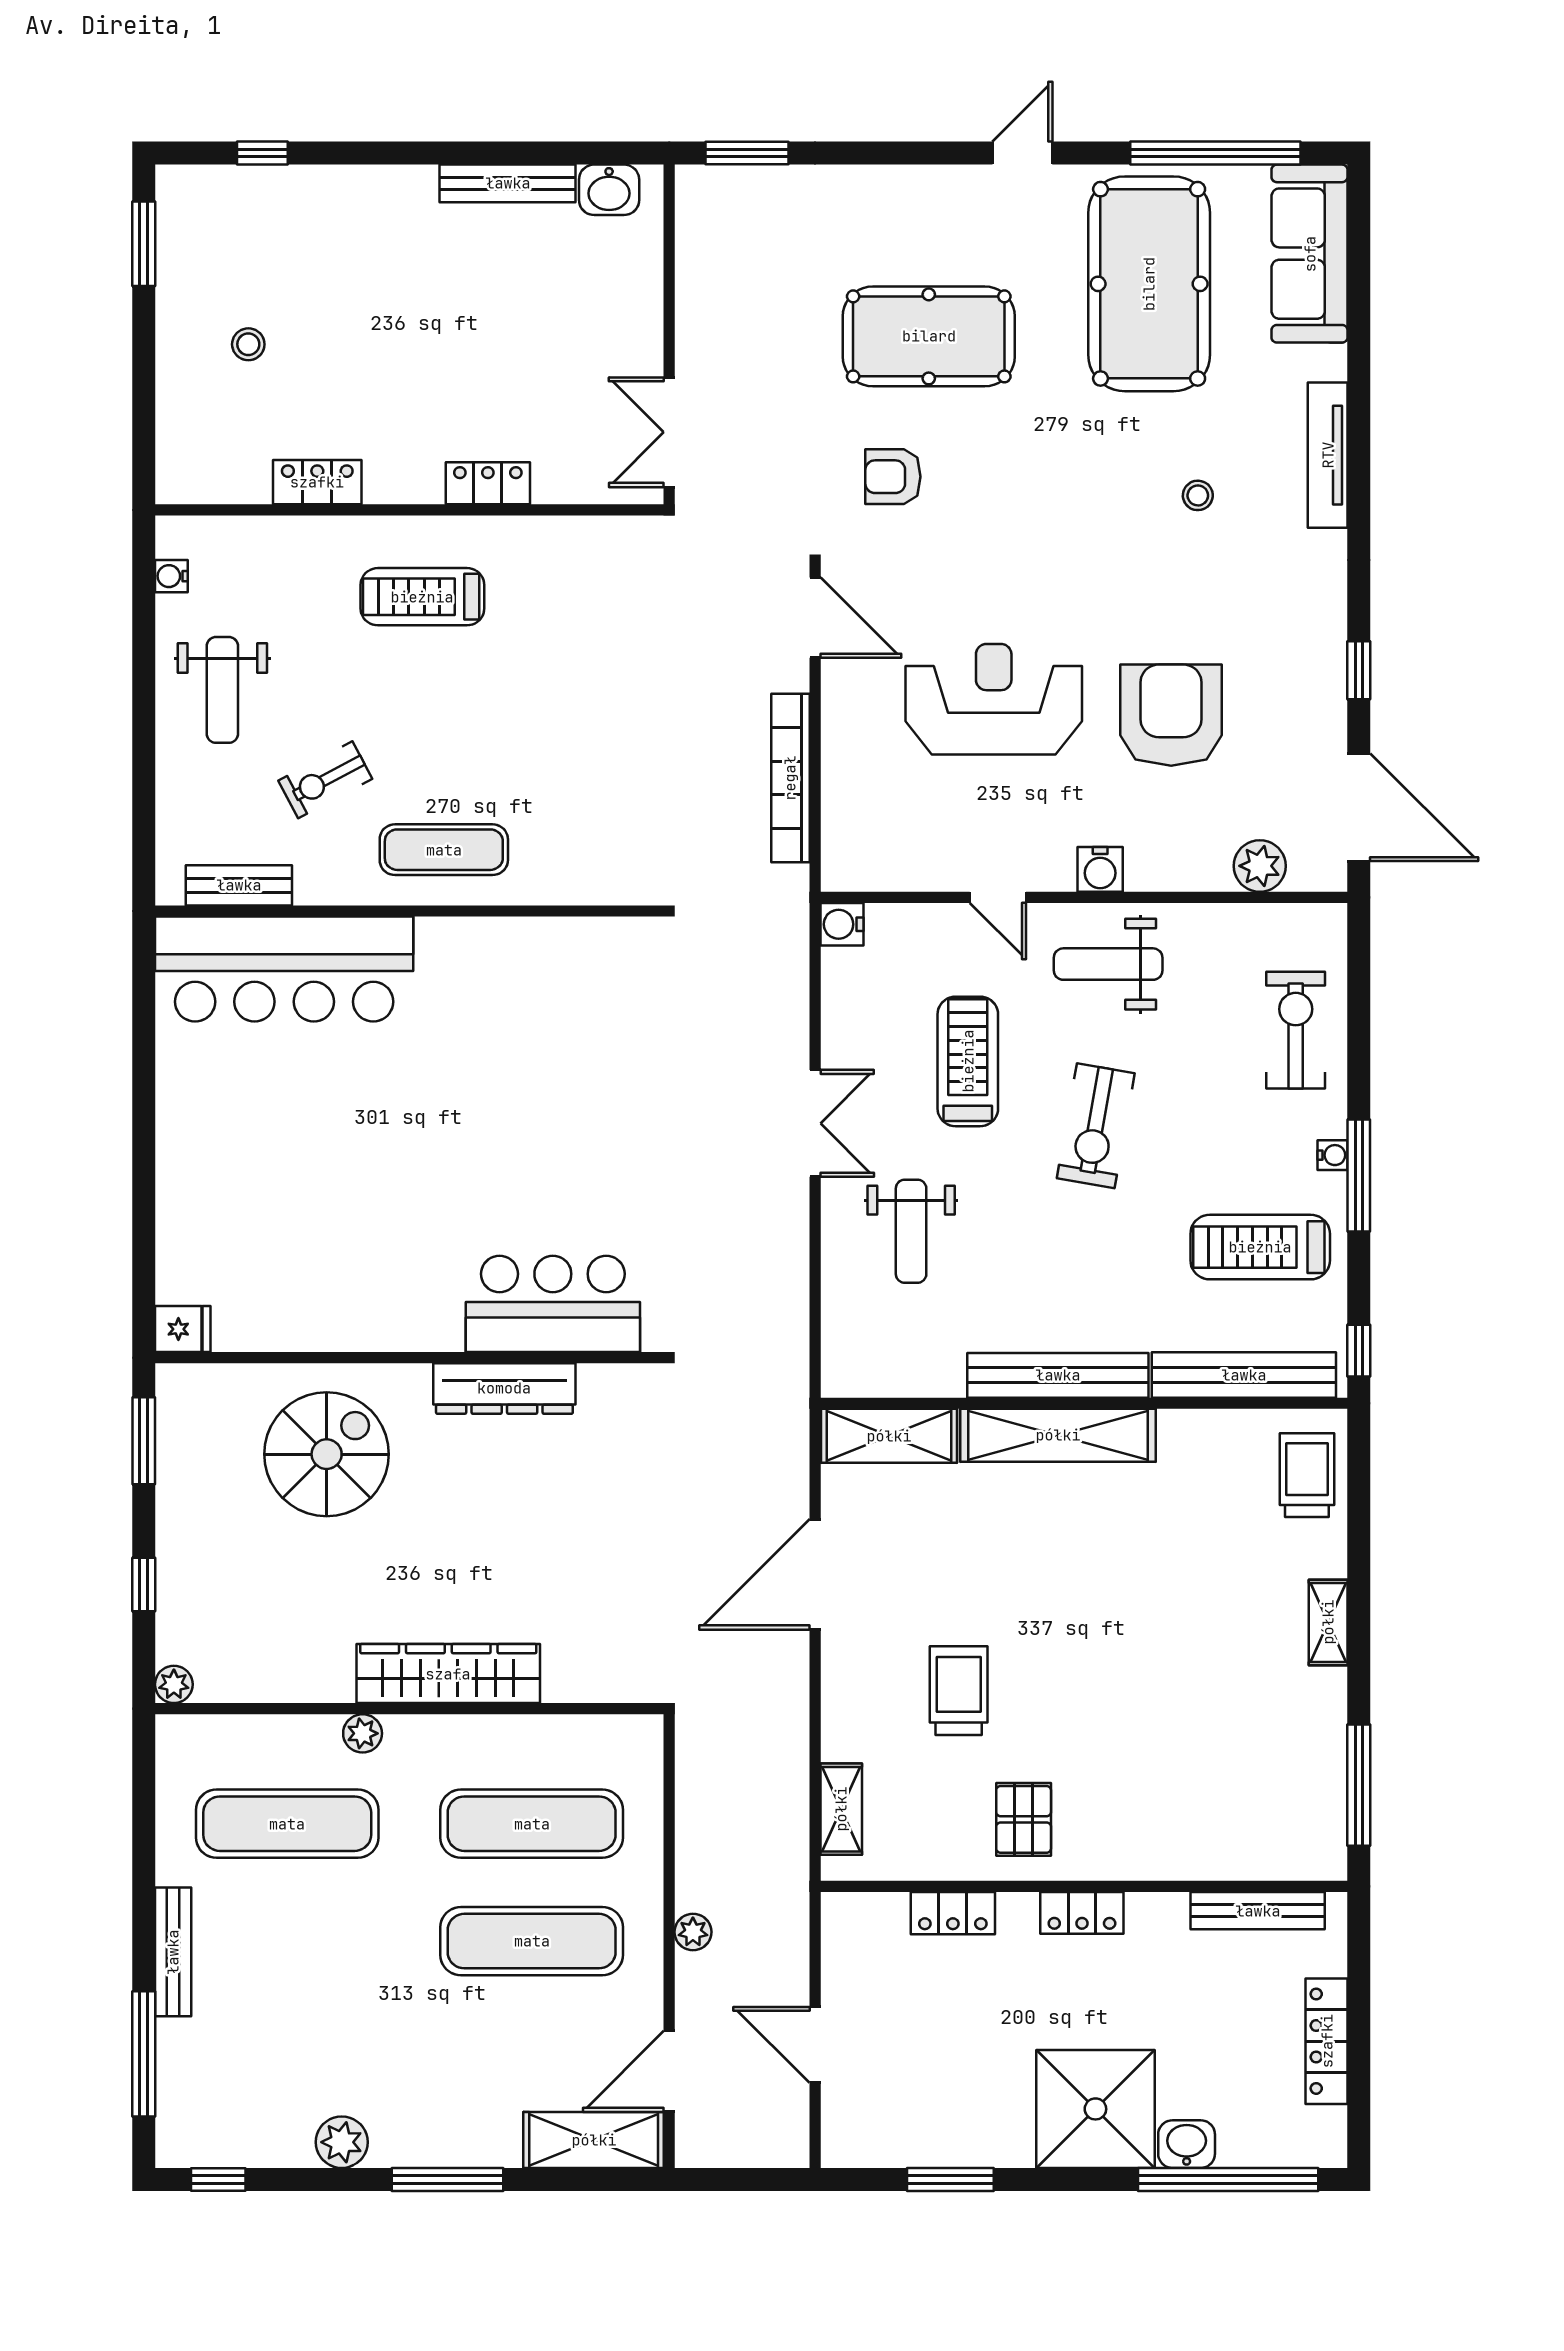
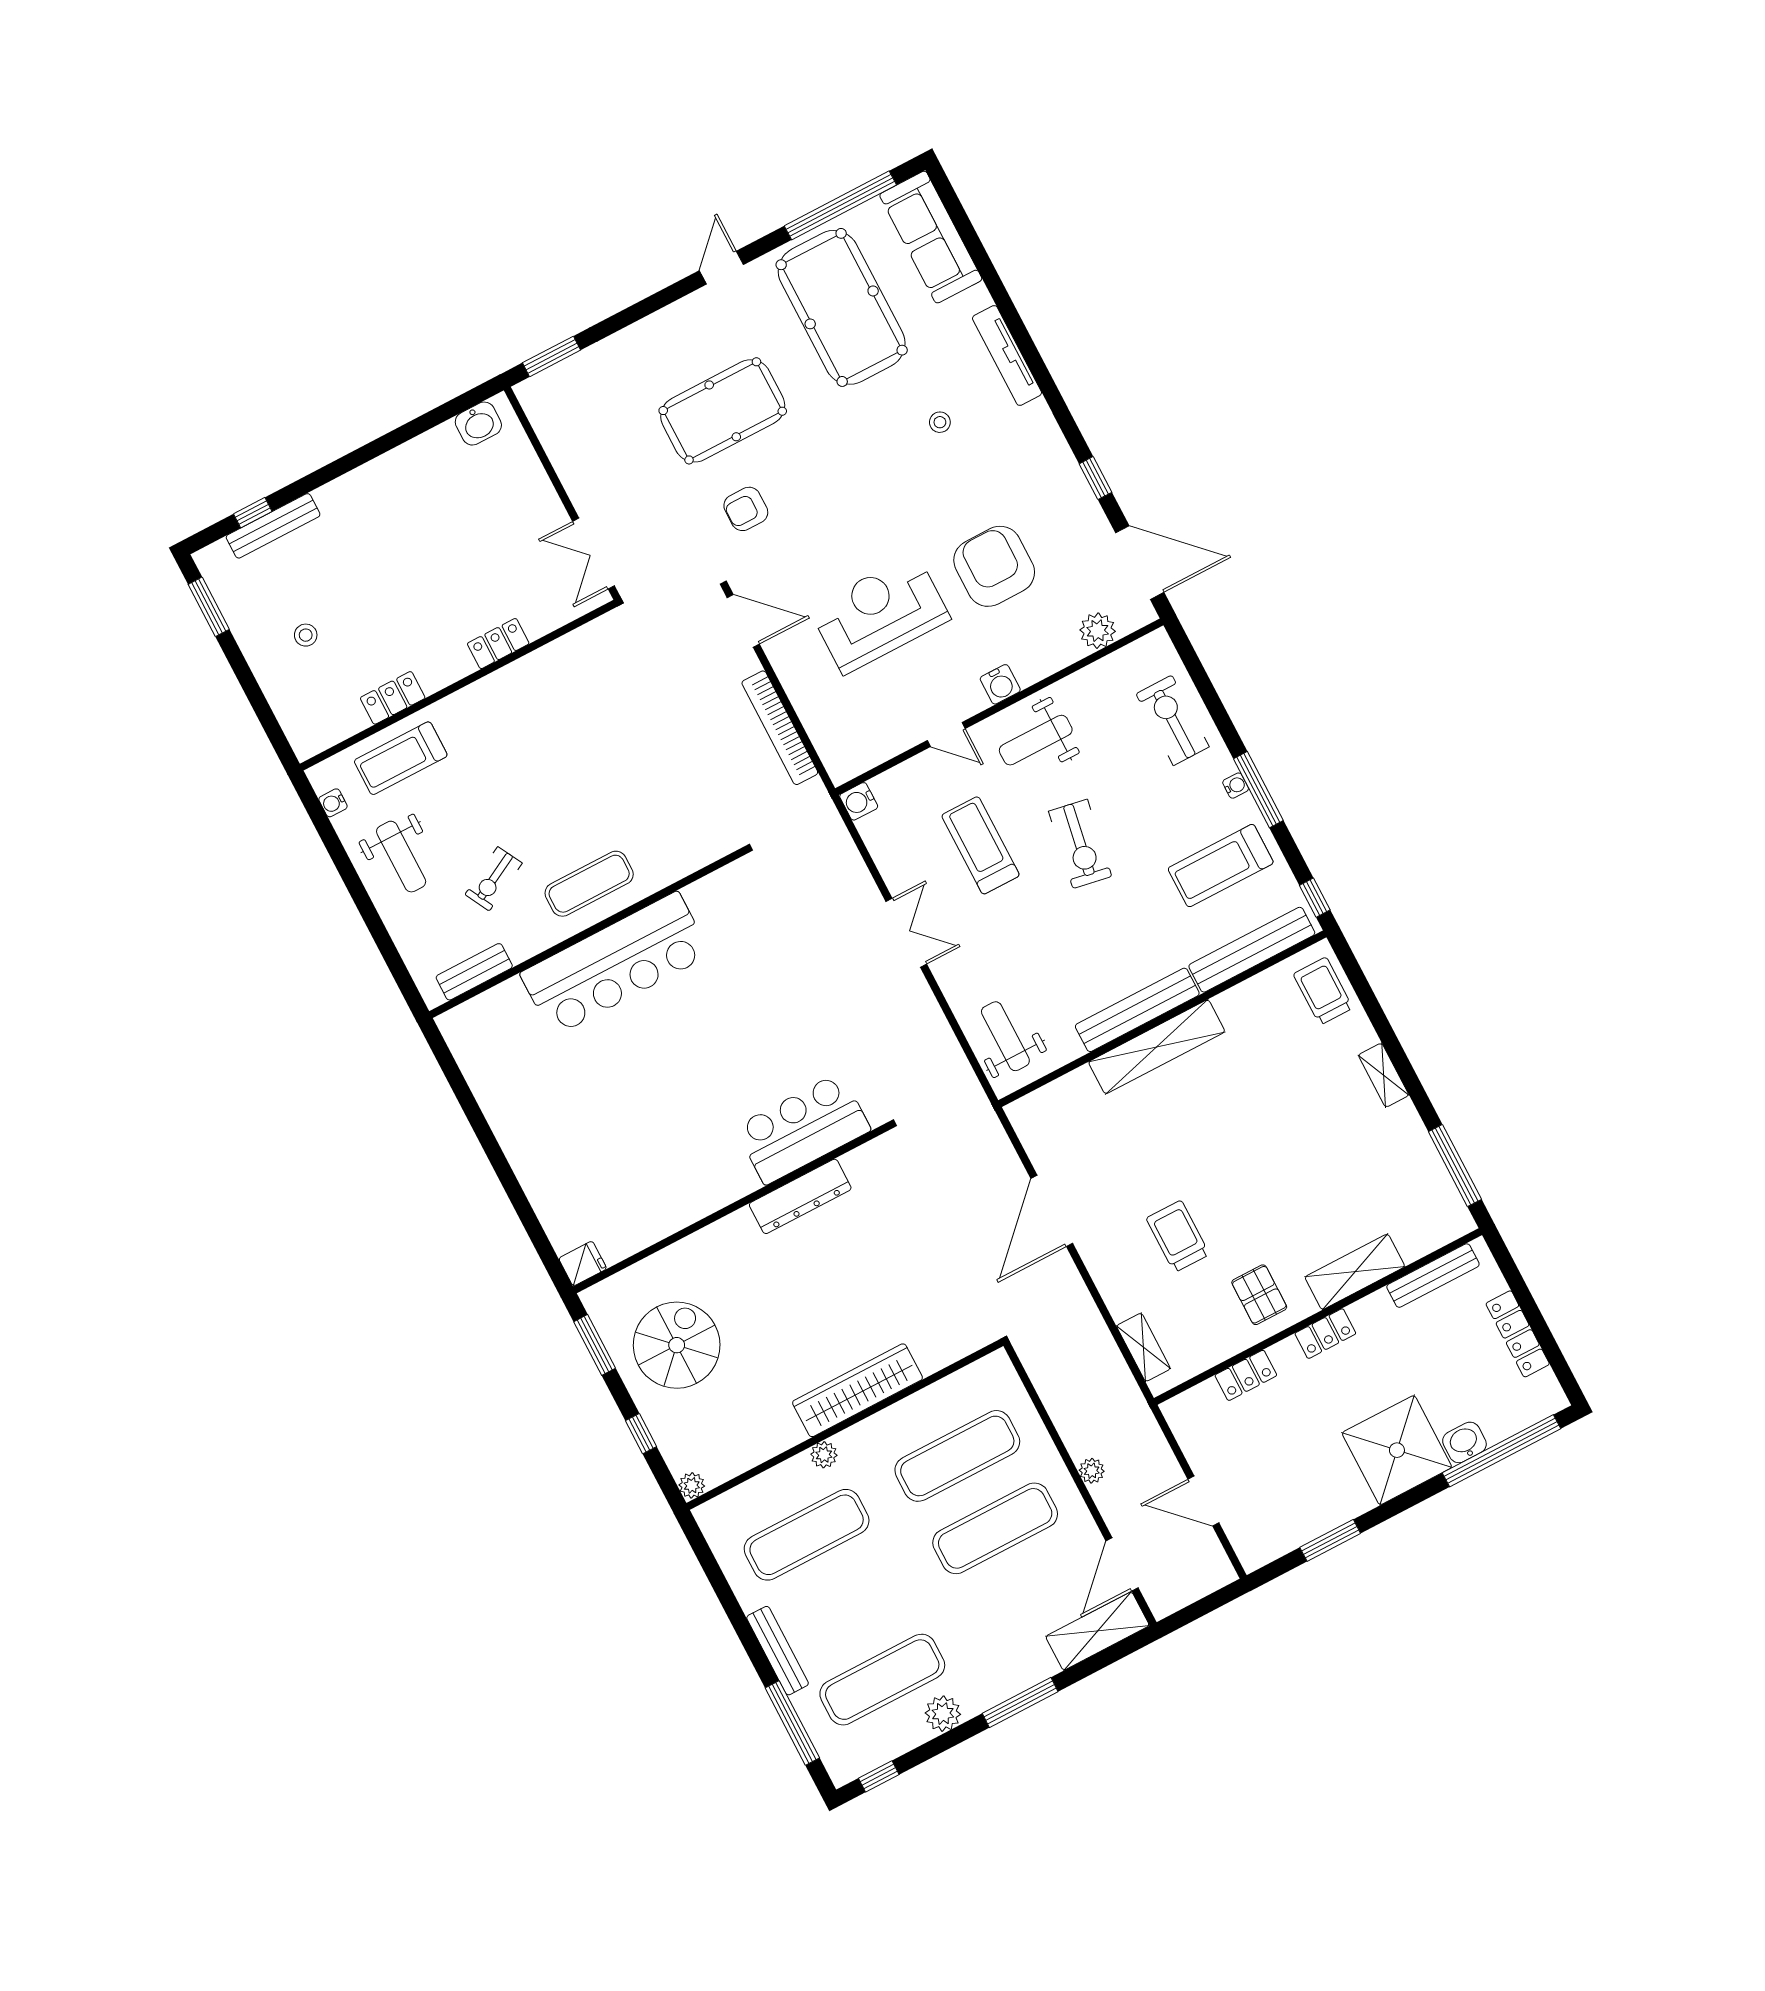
bench: (508, 183) -> (273, 526), moved
treadmill: (422, 597) -> (401, 758), moved
bar counter: (284, 969) -> (615, 964), moved
weight bench: (911, 1231) -> (1005, 1036), moved, turned 180
shelving: (889, 1436) -> (1355, 1272), moved
spiral stairs: (327, 1454) -> (677, 1345), moved
exercise mat: (287, 2059) -> (882, 1680), added

